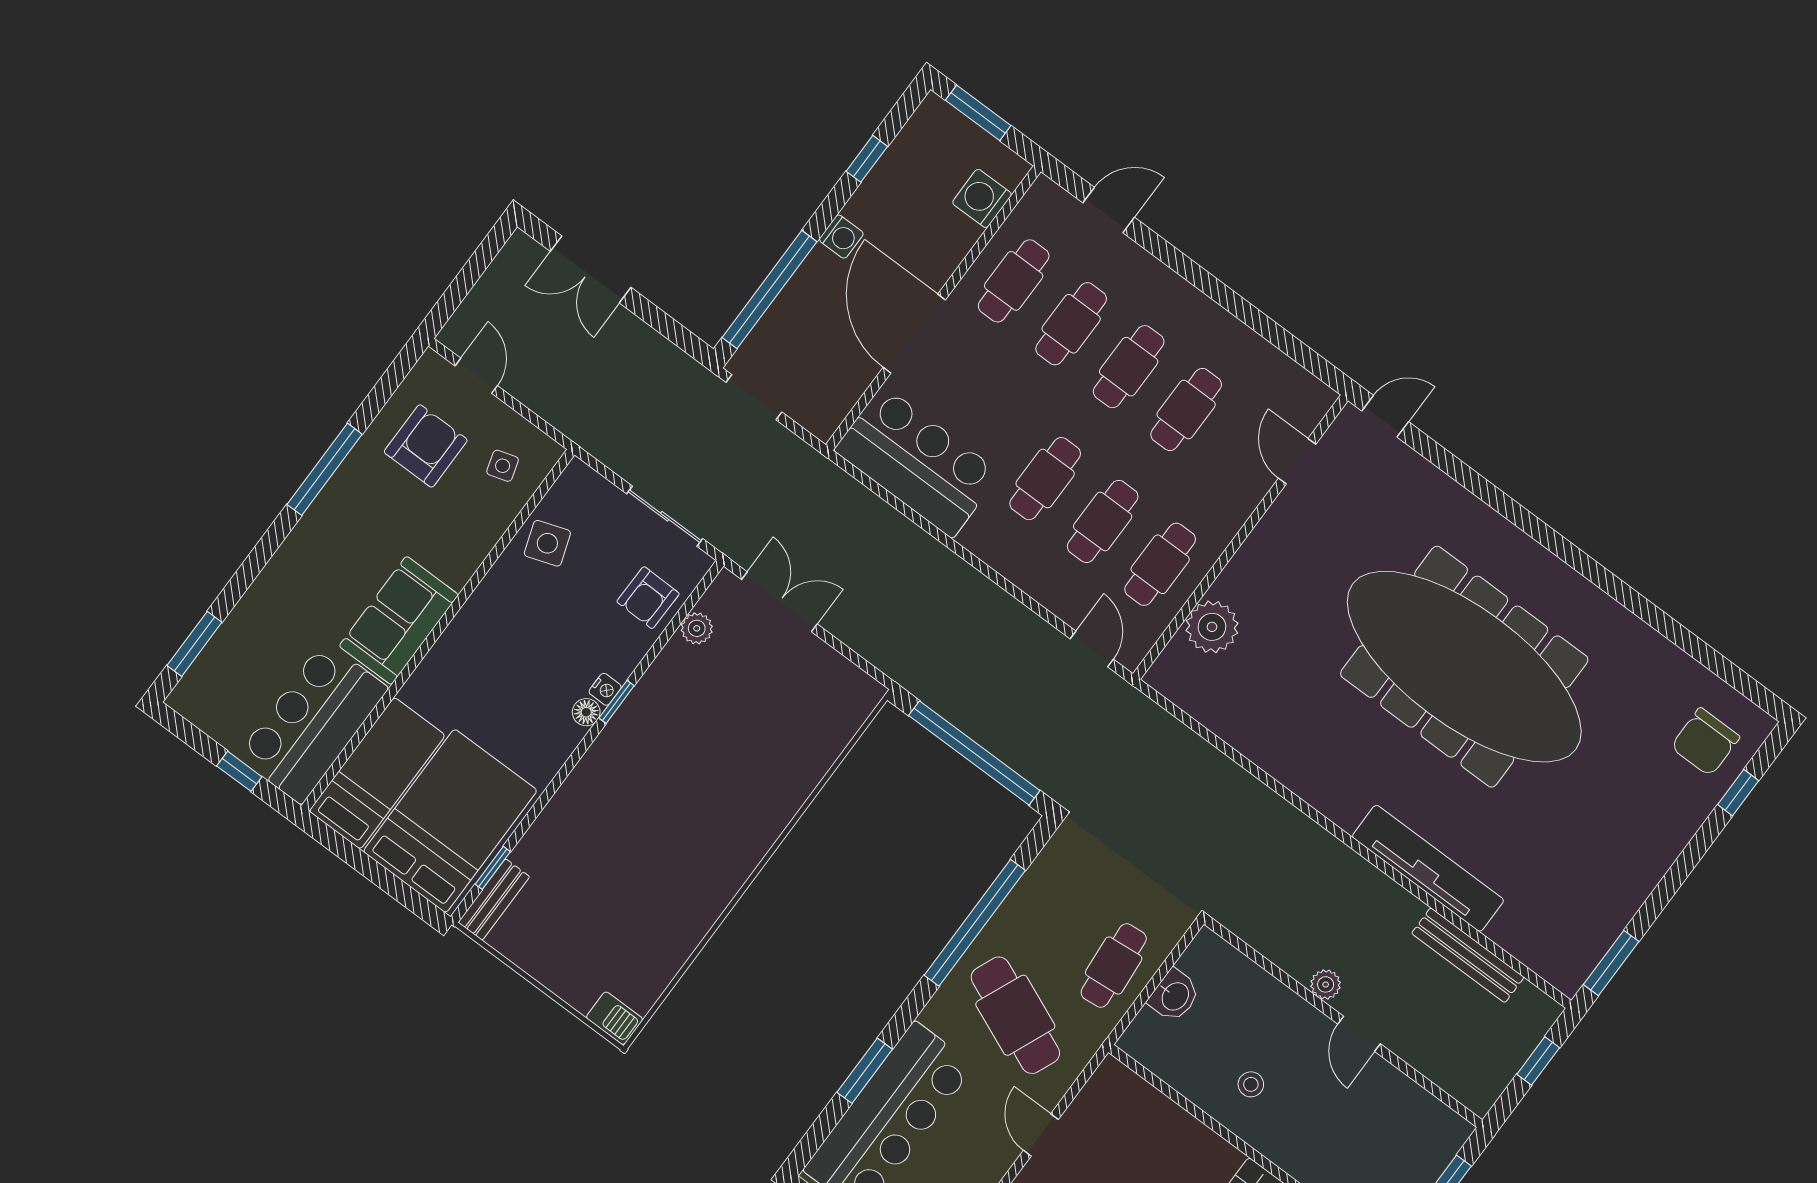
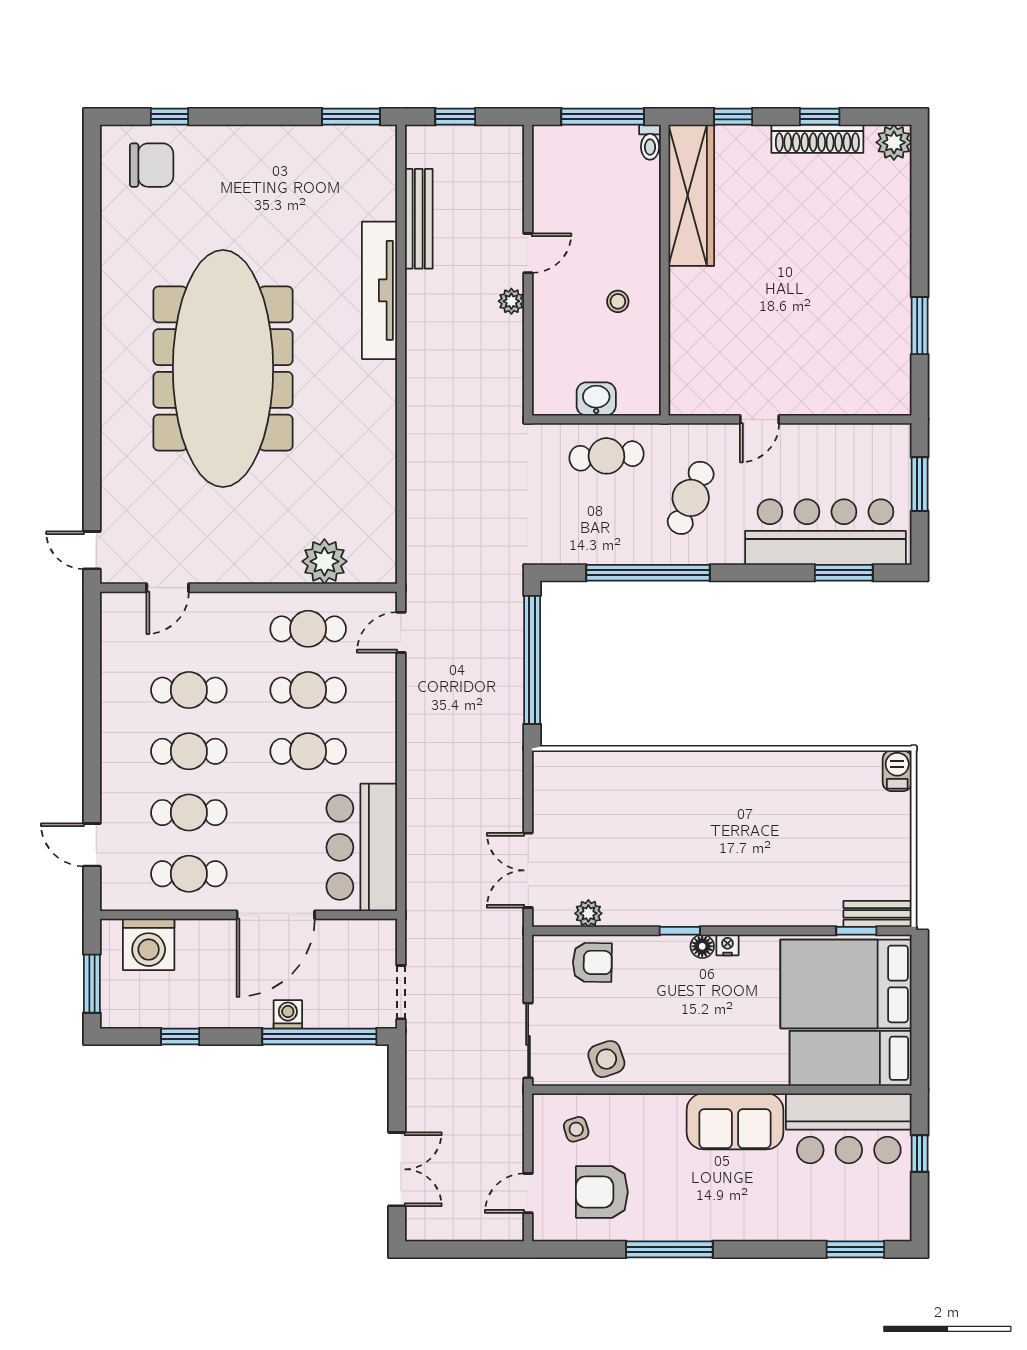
washing machine: (982, 198) -> (149, 944), width x1.37, depth x1.37
washing machine: (841, 237) -> (288, 1014), moved
sliding door: (665, 516) -> (528, 1040), moved
nightstand: (605, 689) -> (728, 945), moved
cafe table: (1015, 1015) -> (691, 498), width x0.73, depth x0.74
window: (865, 1071) -> (844, 573), moved

